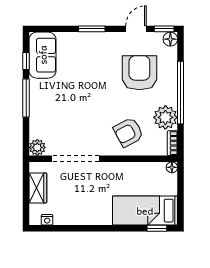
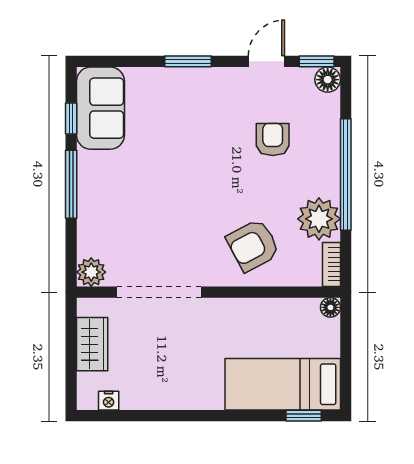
armchair: (139, 73) -> (273, 139), width x0.53, depth x0.53

